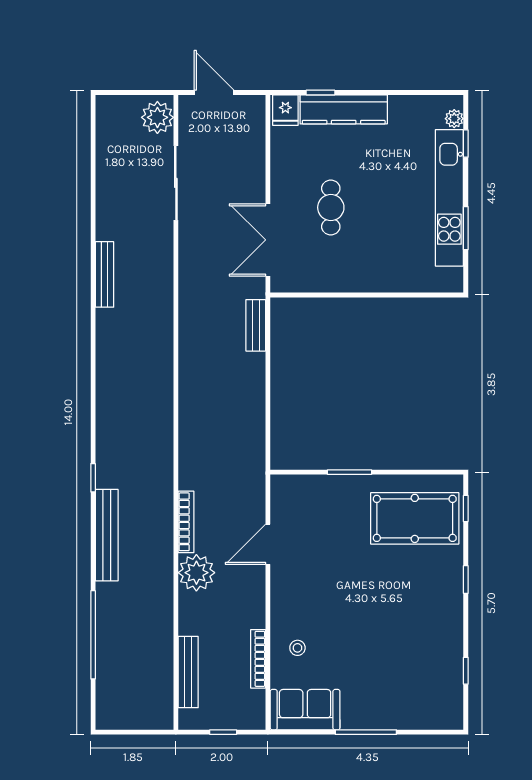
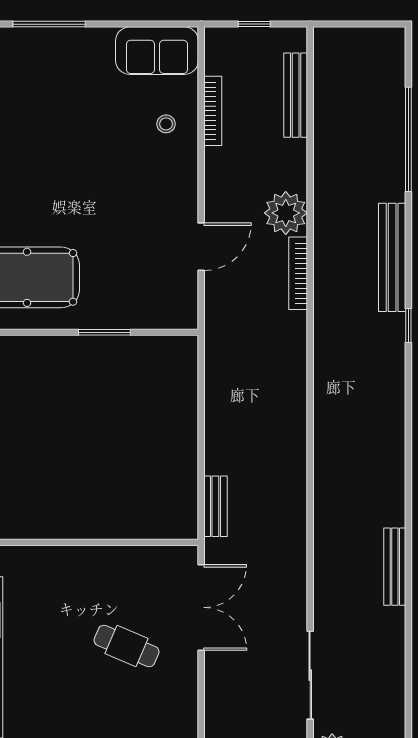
cafe table: (331, 207) -> (126, 646), turned -67
window: (366, 732) -> (49, 24), moved

